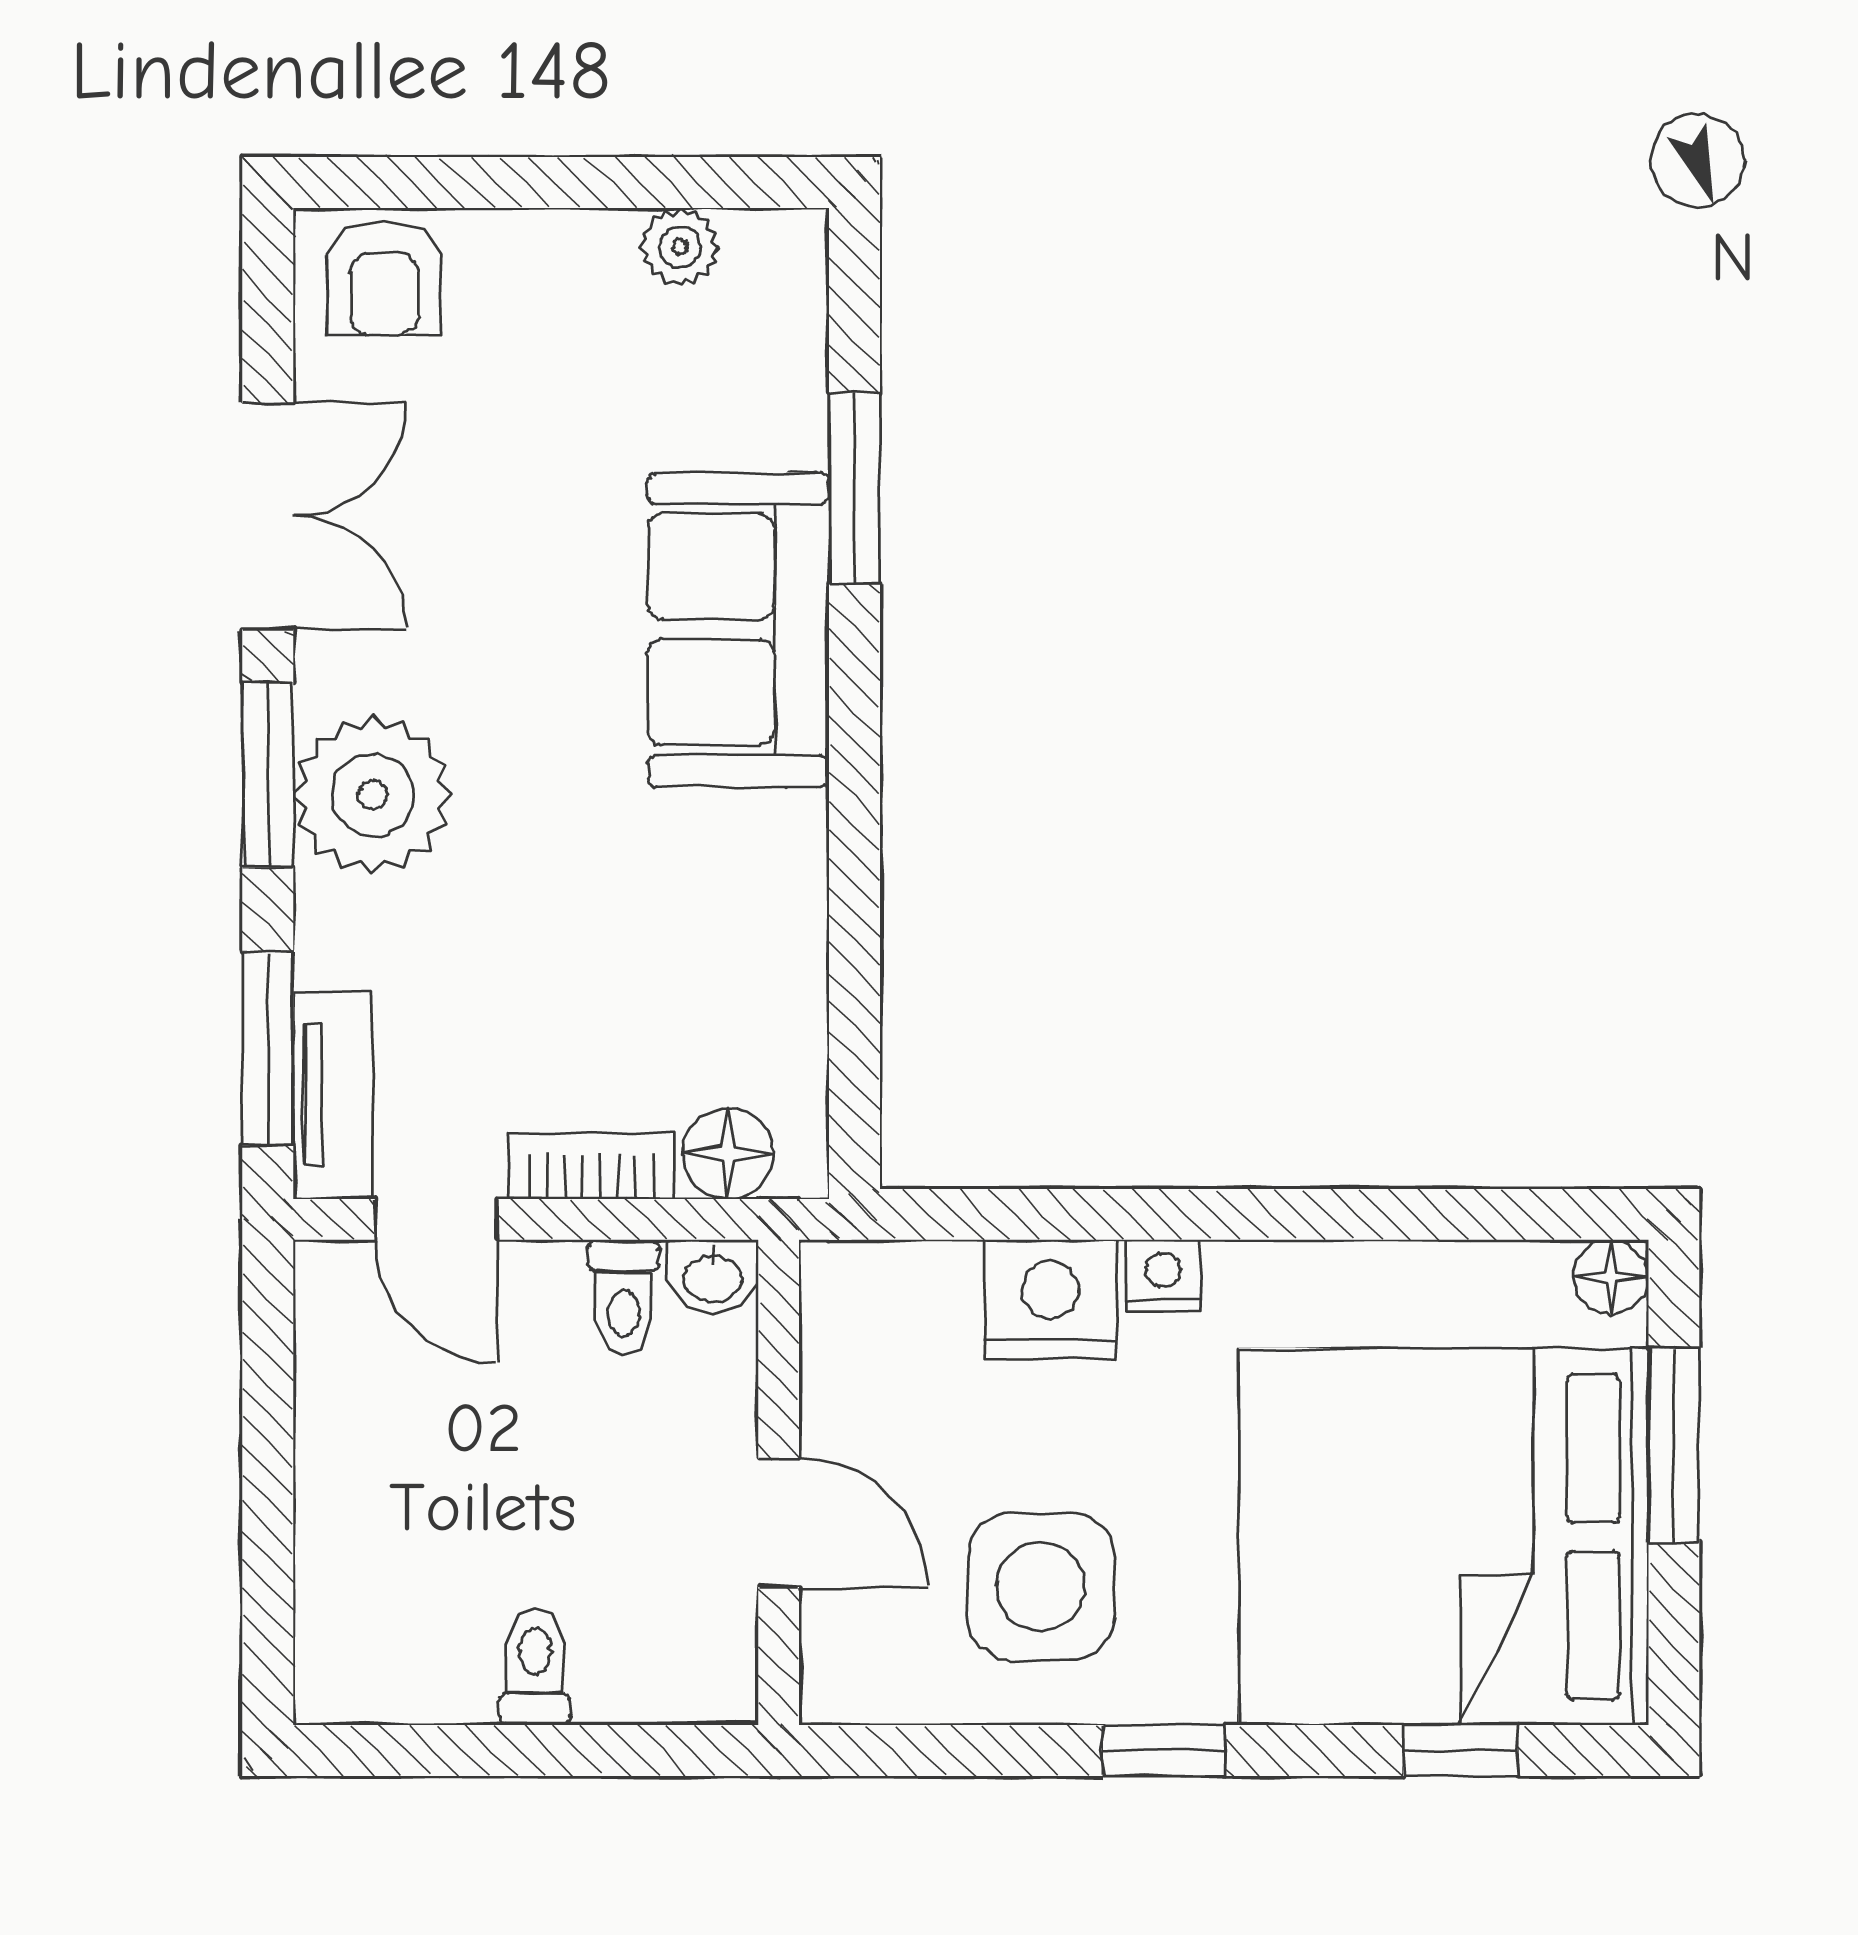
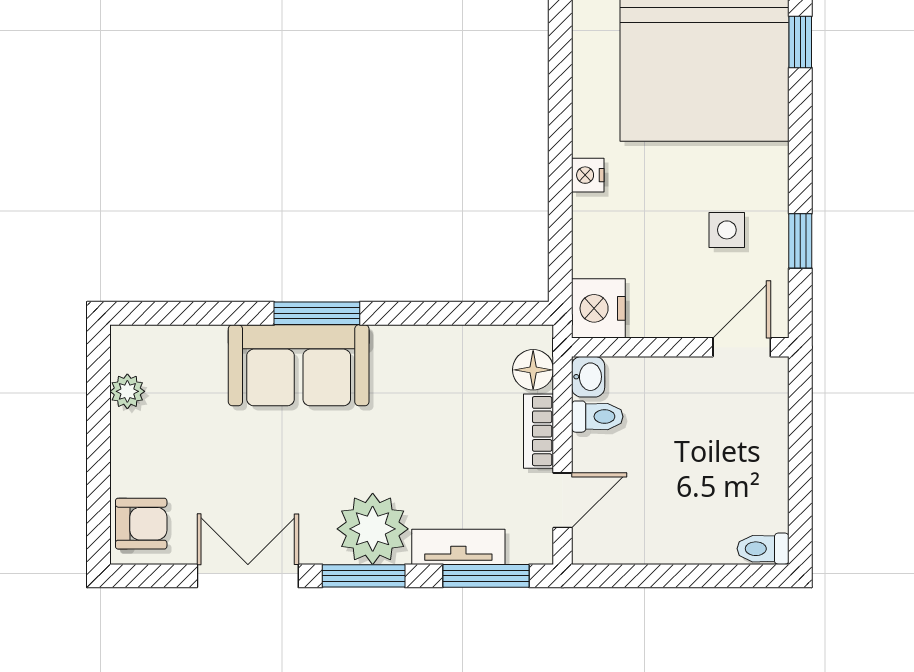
window: (854, 488) -> (317, 313), moved
tv unit: (333, 1095) -> (458, 547), moved
nightstand: (1050, 1299) -> (598, 308), moved
door: (779, 1523) -> (742, 347), moved
side table: (1041, 1587) -> (727, 230), width x0.54, depth x0.54
toilet: (535, 1667) -> (763, 549), moved
window: (1164, 1751) -> (800, 241), moved

